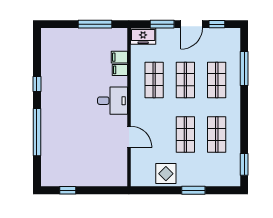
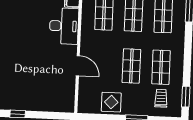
desk: (113, 101) -> (64, 26), width x1.37
trolley: (218, 167) -> (161, 98), added

